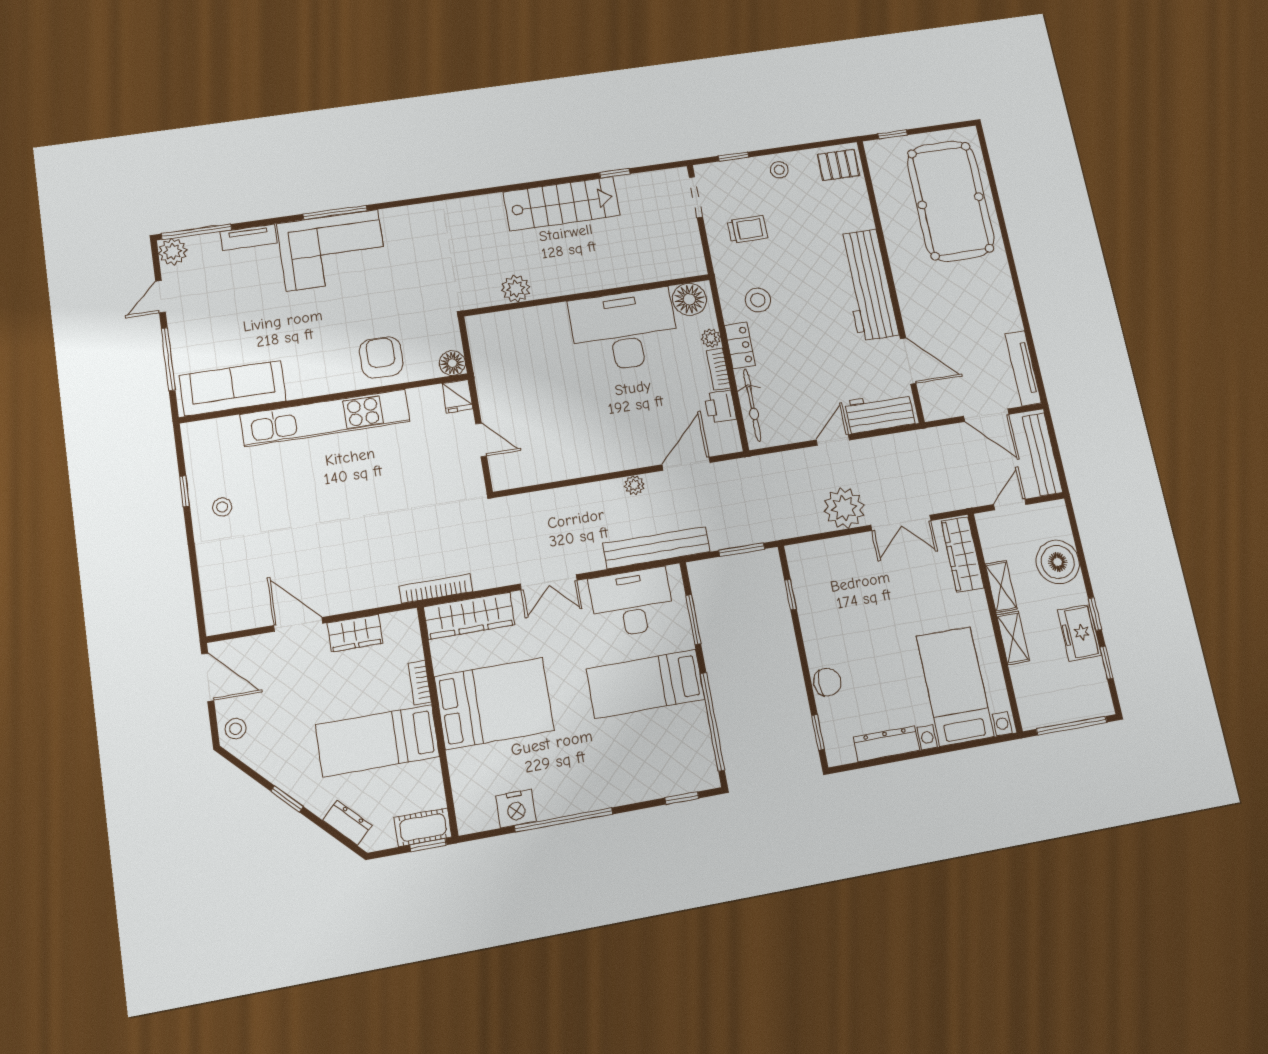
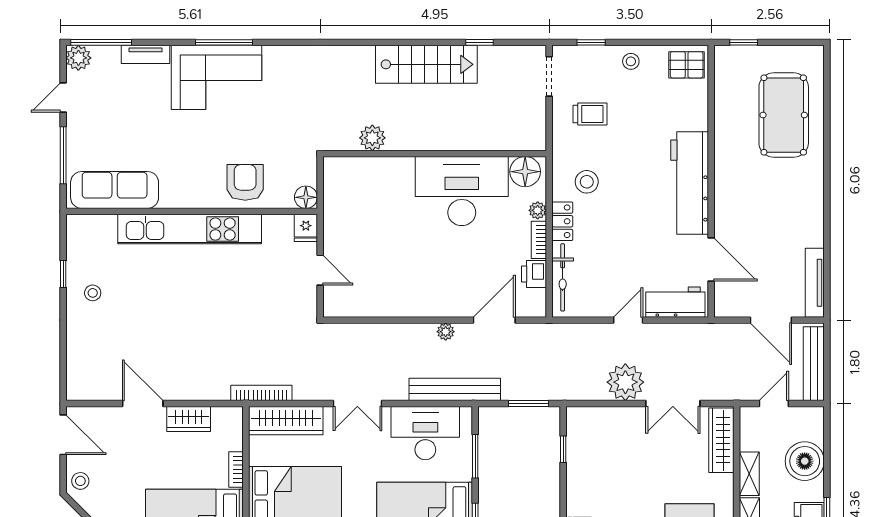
pool table: (951, 201) -> (784, 115), width x0.73, depth x0.76

